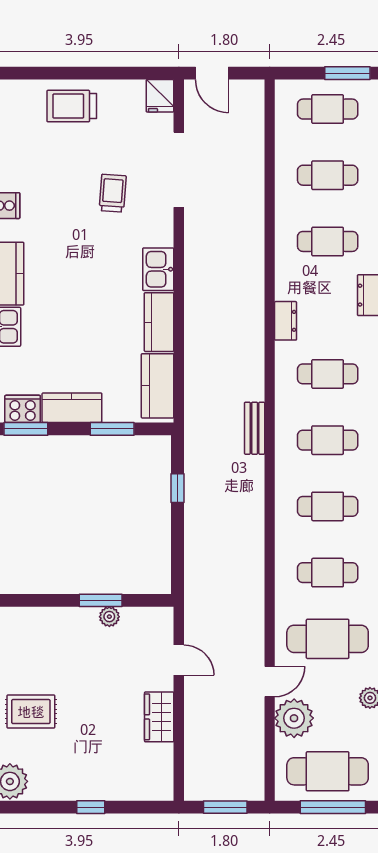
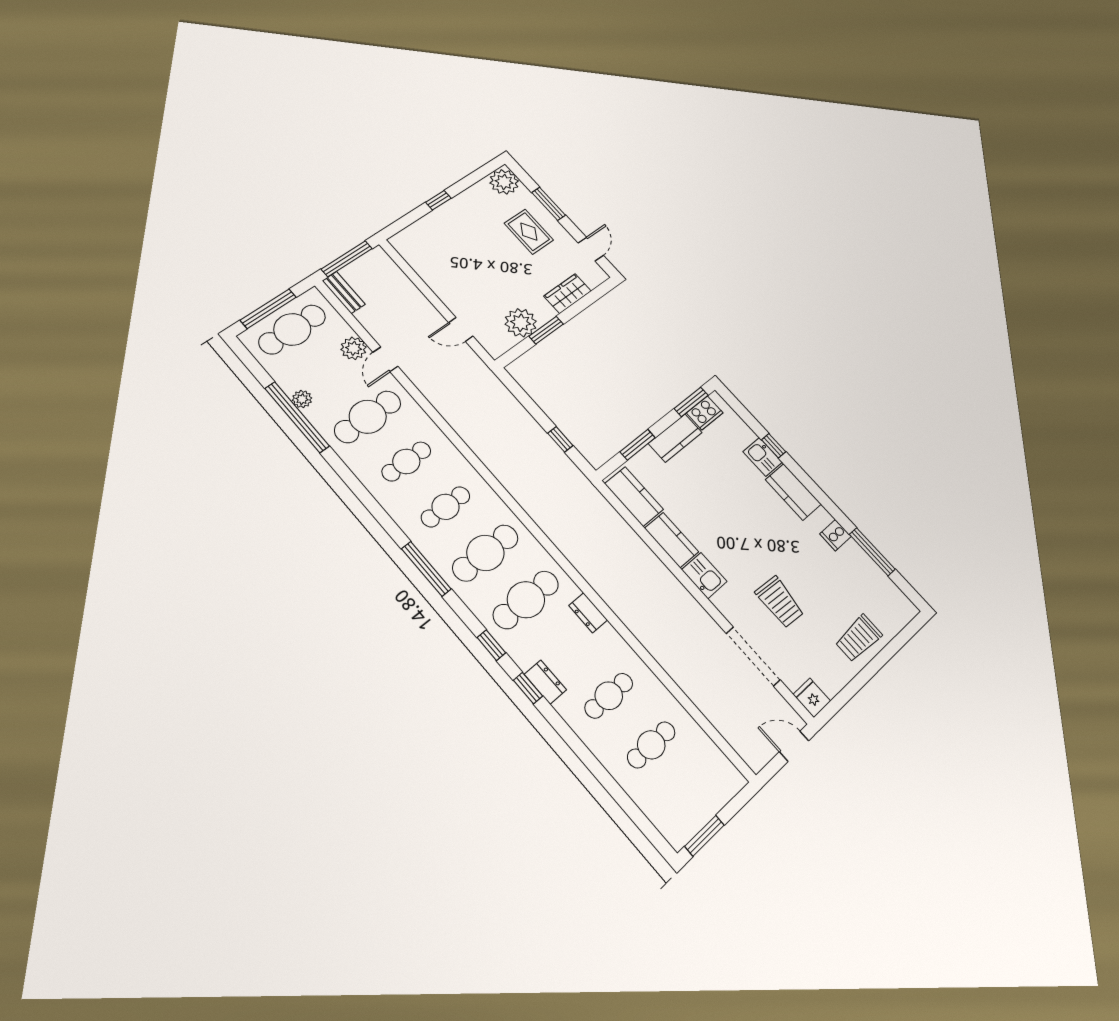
trolley: (72, 106) -> (859, 638), turned 180
cafe table: (328, 109) -> (694, 795), removed
trolley: (113, 193) -> (780, 602), width x1.36, depth x1.39
cafe table: (328, 374) -> (526, 600), width x1.37, depth x1.35
bench: (255, 428) -> (344, 293), moved
cafe table: (328, 440) -> (485, 553), width x1.37, depth x1.35
plant: (109, 617) -> (521, 323), width x1.88, depth x1.88
rug: (31, 712) -> (529, 232), turned 90
wardrobe: (159, 717) -> (568, 294), moved, turned -90
plant: (294, 718) -> (354, 348), width x0.73, depth x0.73
window: (225, 807) -> (347, 259), width x1.44

